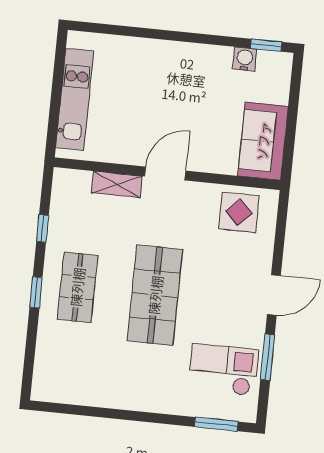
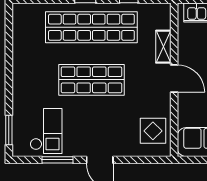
shop shelf: (77, 287) -> (91, 27), width x2.00, depth x1.36

